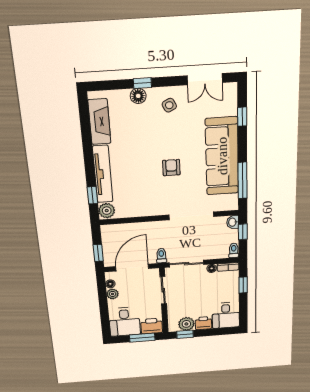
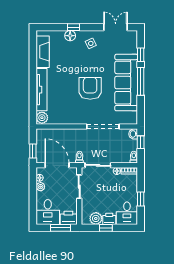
double door: (205, 79) -> (116, 27), swing flipped
armchair: (171, 168) -> (90, 88), width x1.88, depth x1.88
window: (243, 180) -> (141, 81), moved
window: (92, 195) -> (33, 105), removed
door: (132, 268) -> (57, 165), hinge flipped
window: (243, 285) -> (141, 199), moved
window: (185, 334) -> (106, 228), moved

